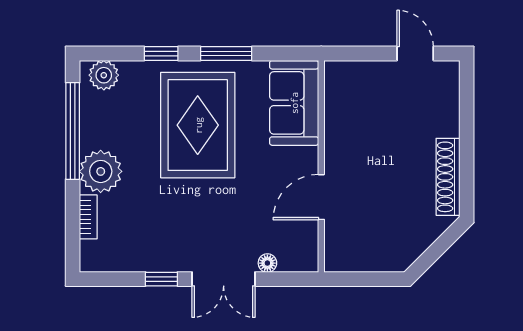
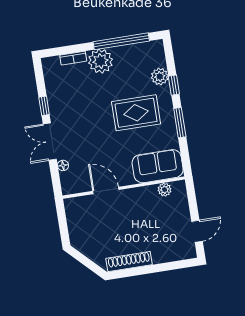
plant: (104, 75) -> (160, 76), moved
plant: (336, 97) -> (165, 190), added
rug: (198, 125) -> (136, 113), width x0.73, depth x0.69

